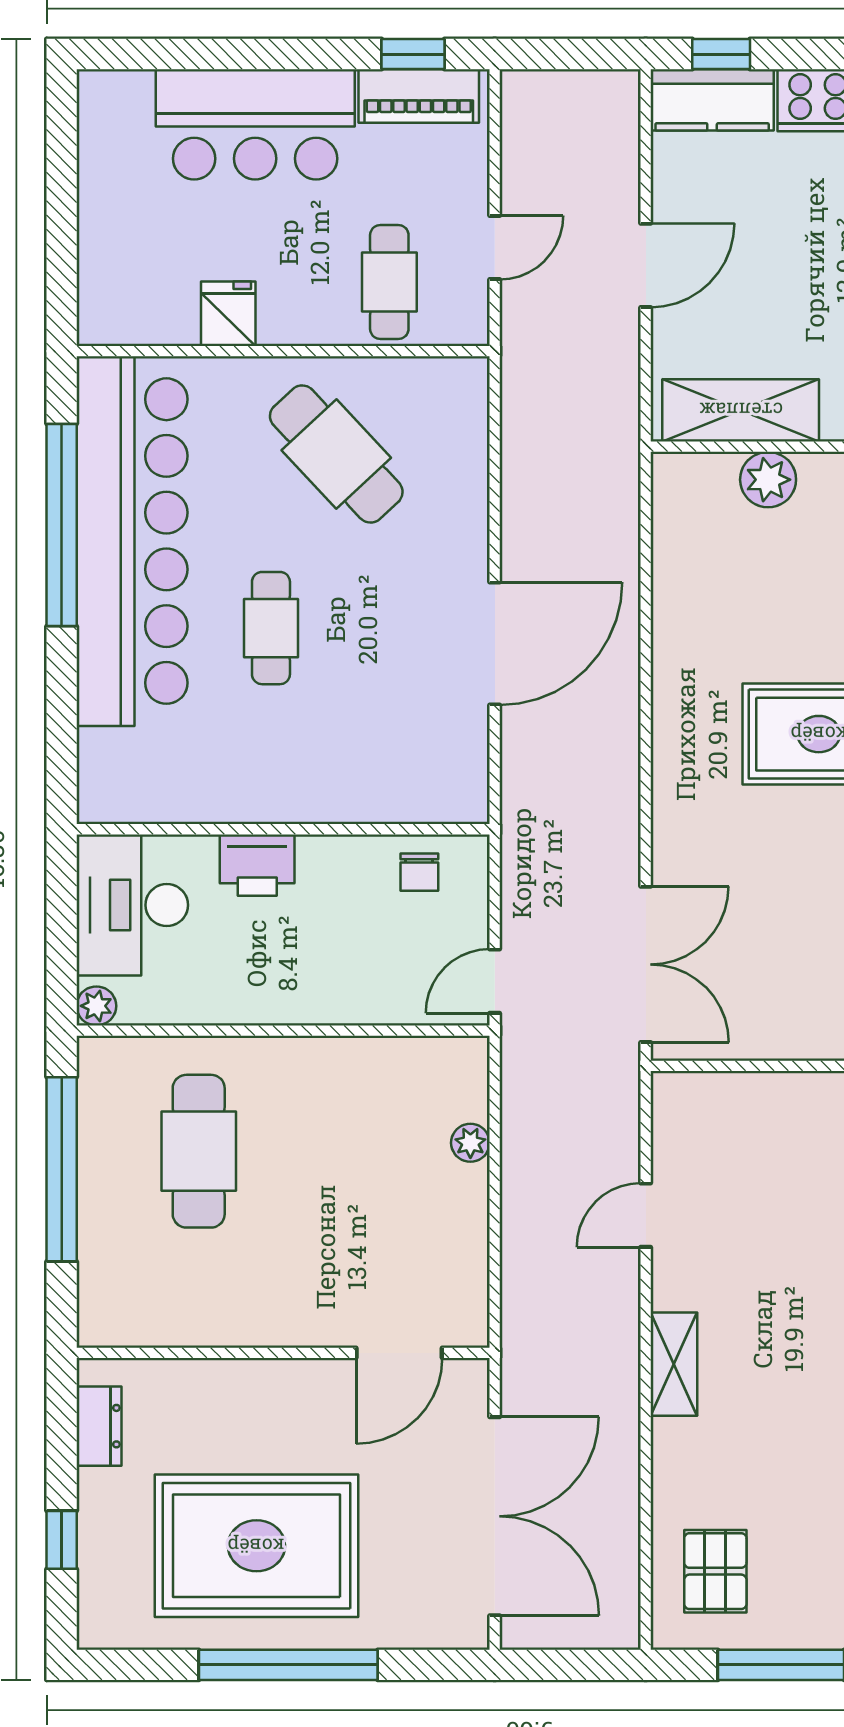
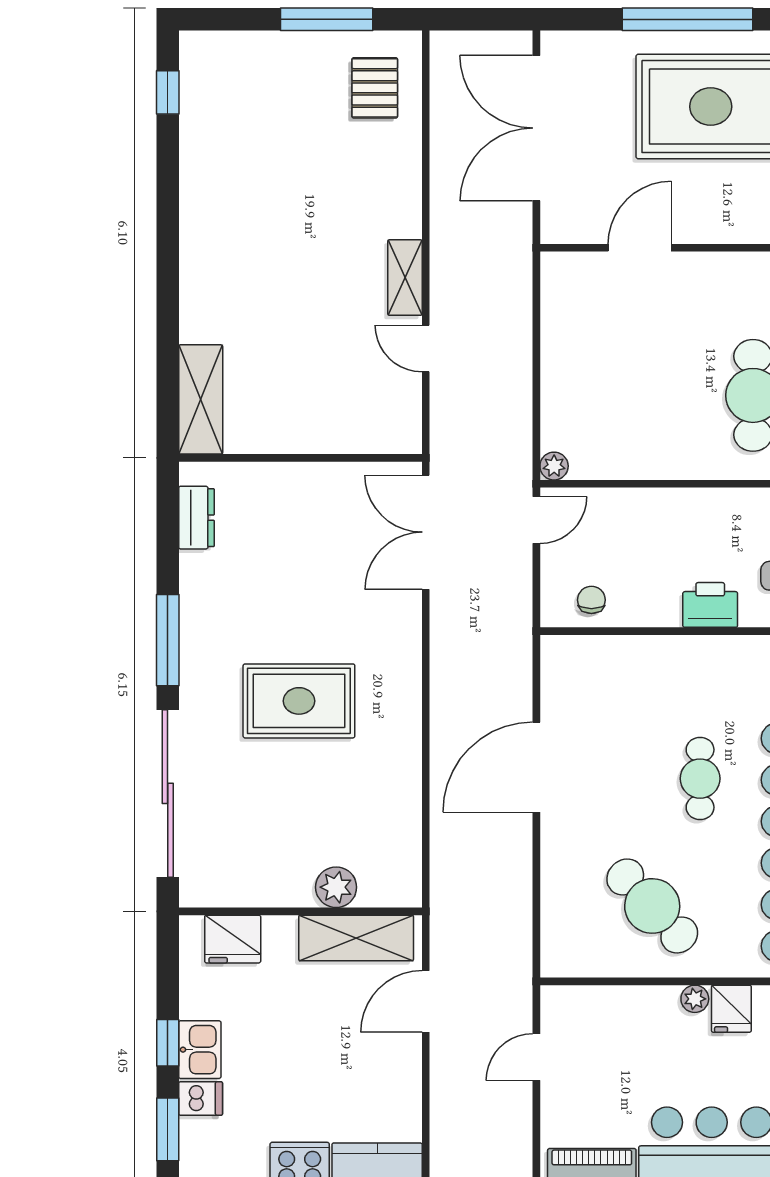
door: (646, 265) -> (426, 1001), moved
cafe table: (389, 282) -> (613, 1032), removed
plant: (278, 327) -> (695, 999), added
plant: (470, 1143) -> (554, 466), moved
door: (646, 1215) -> (426, 349), swing flipped
door: (399, 1353) -> (640, 248), moved
shelving: (674, 1364) -> (405, 278), moved

